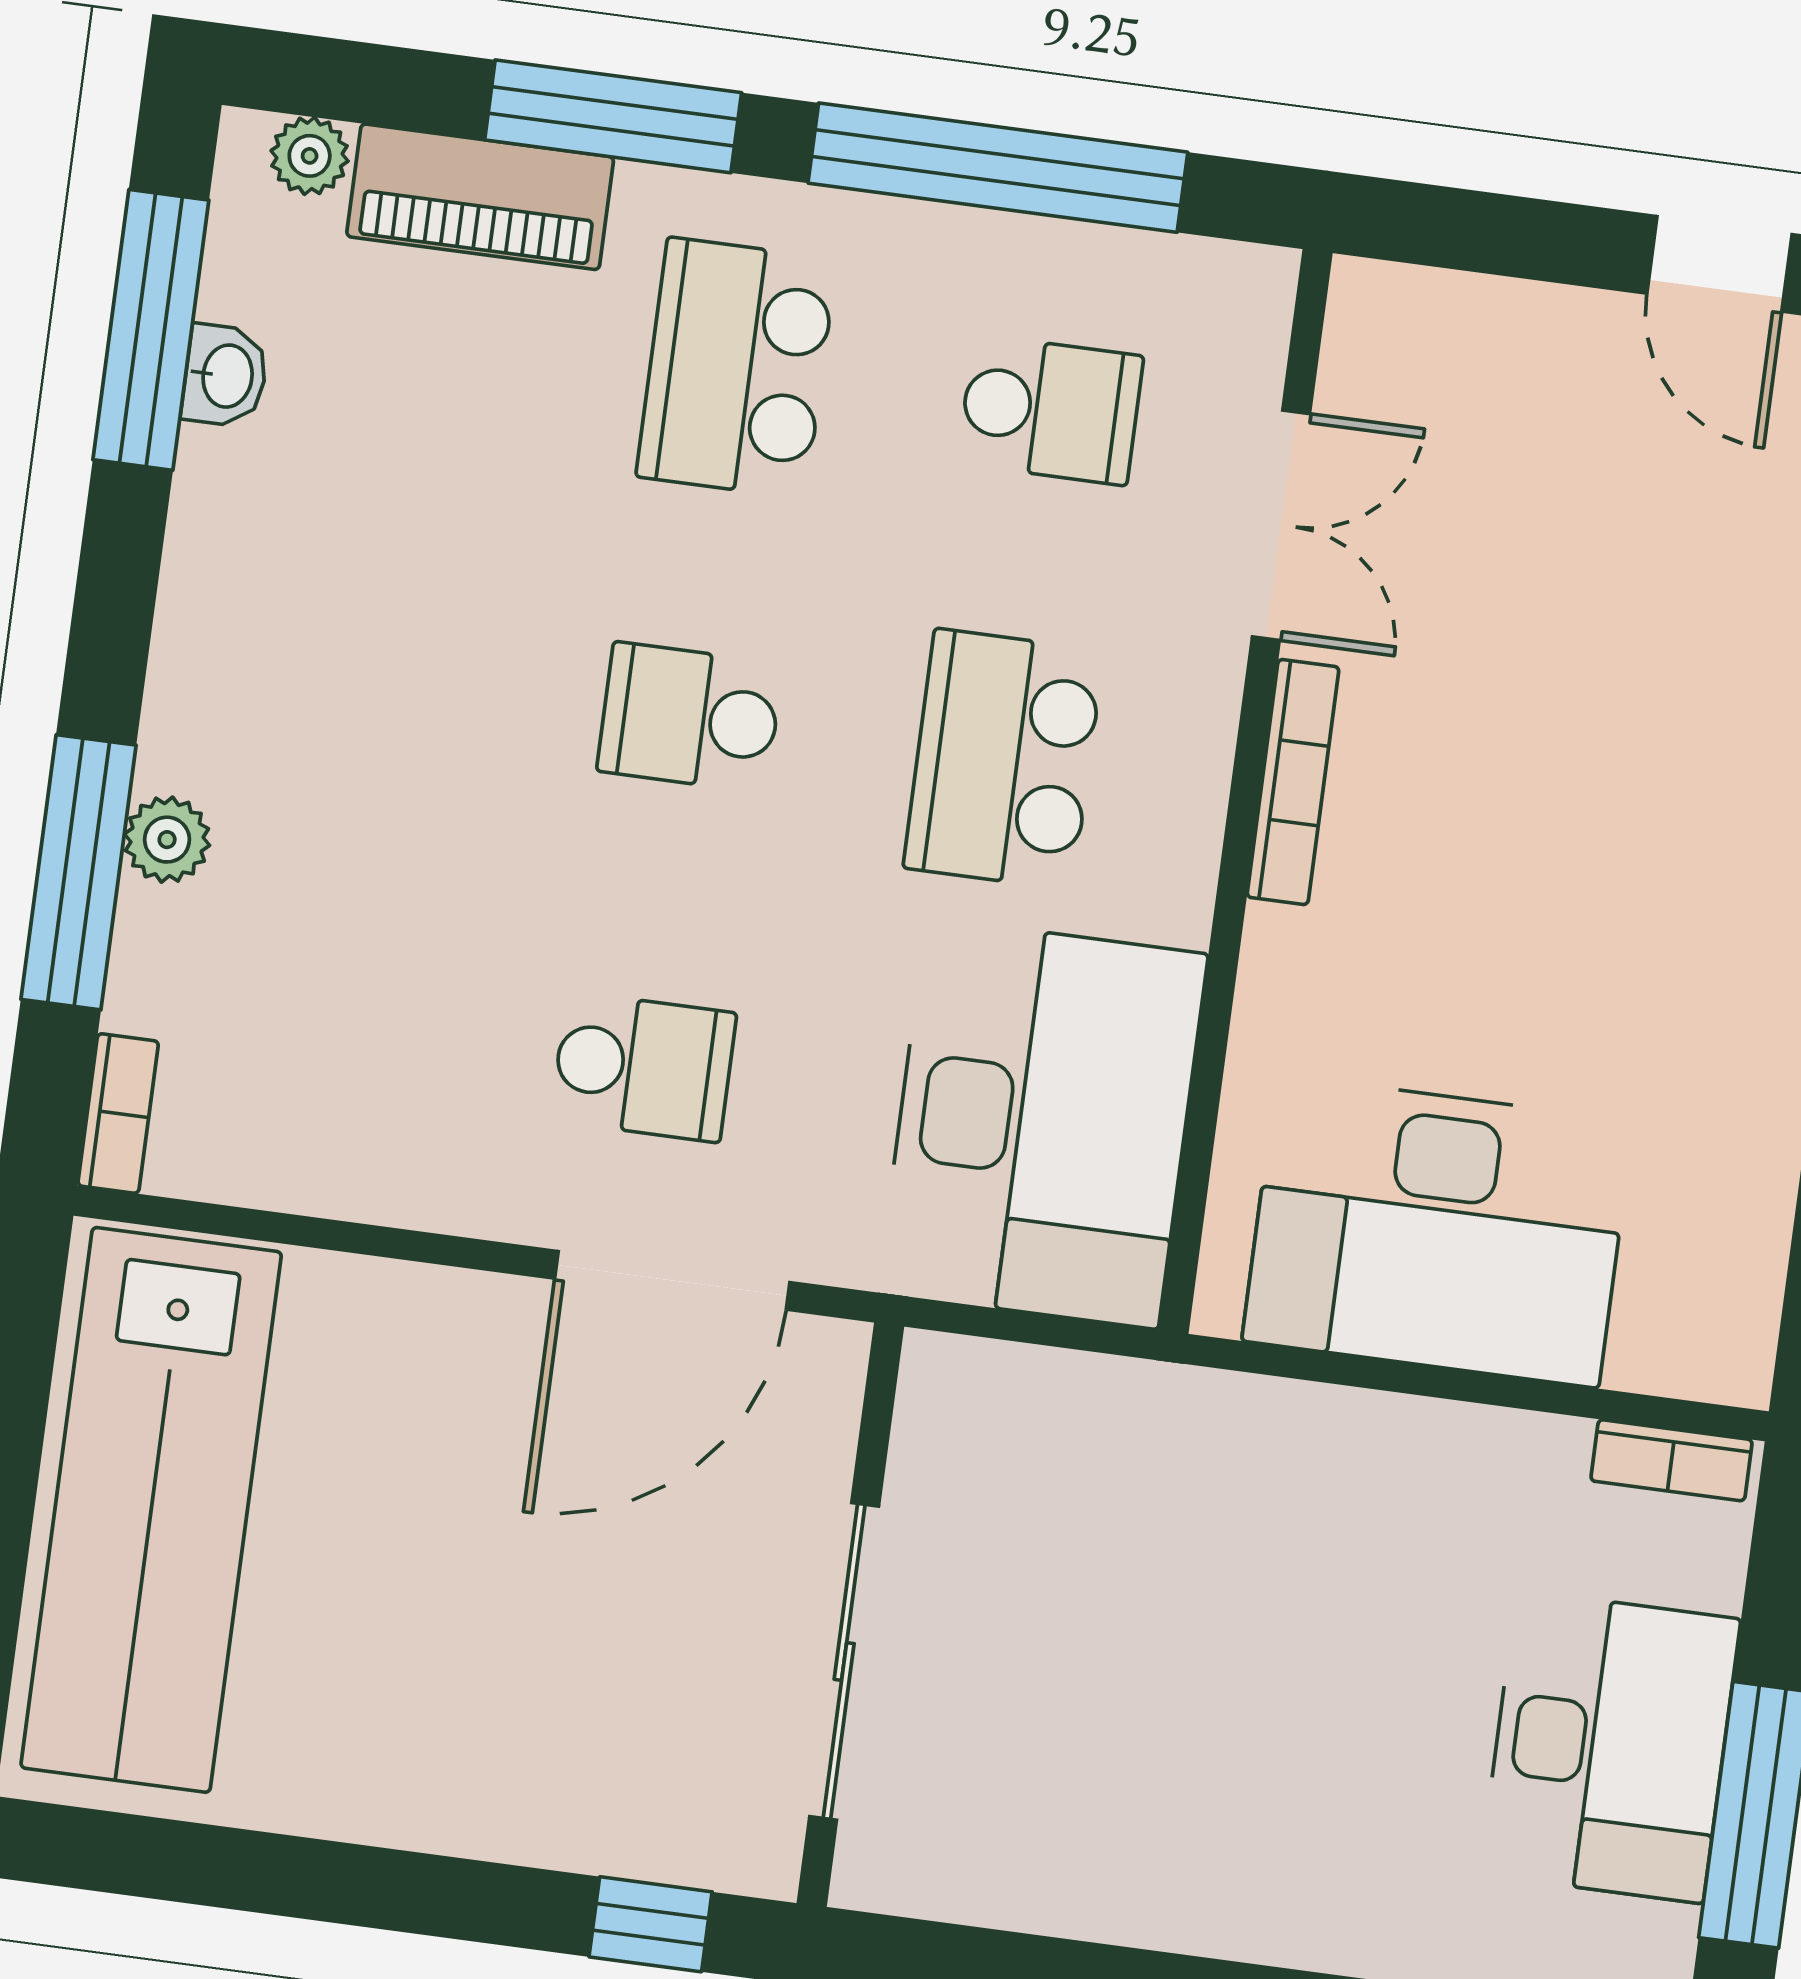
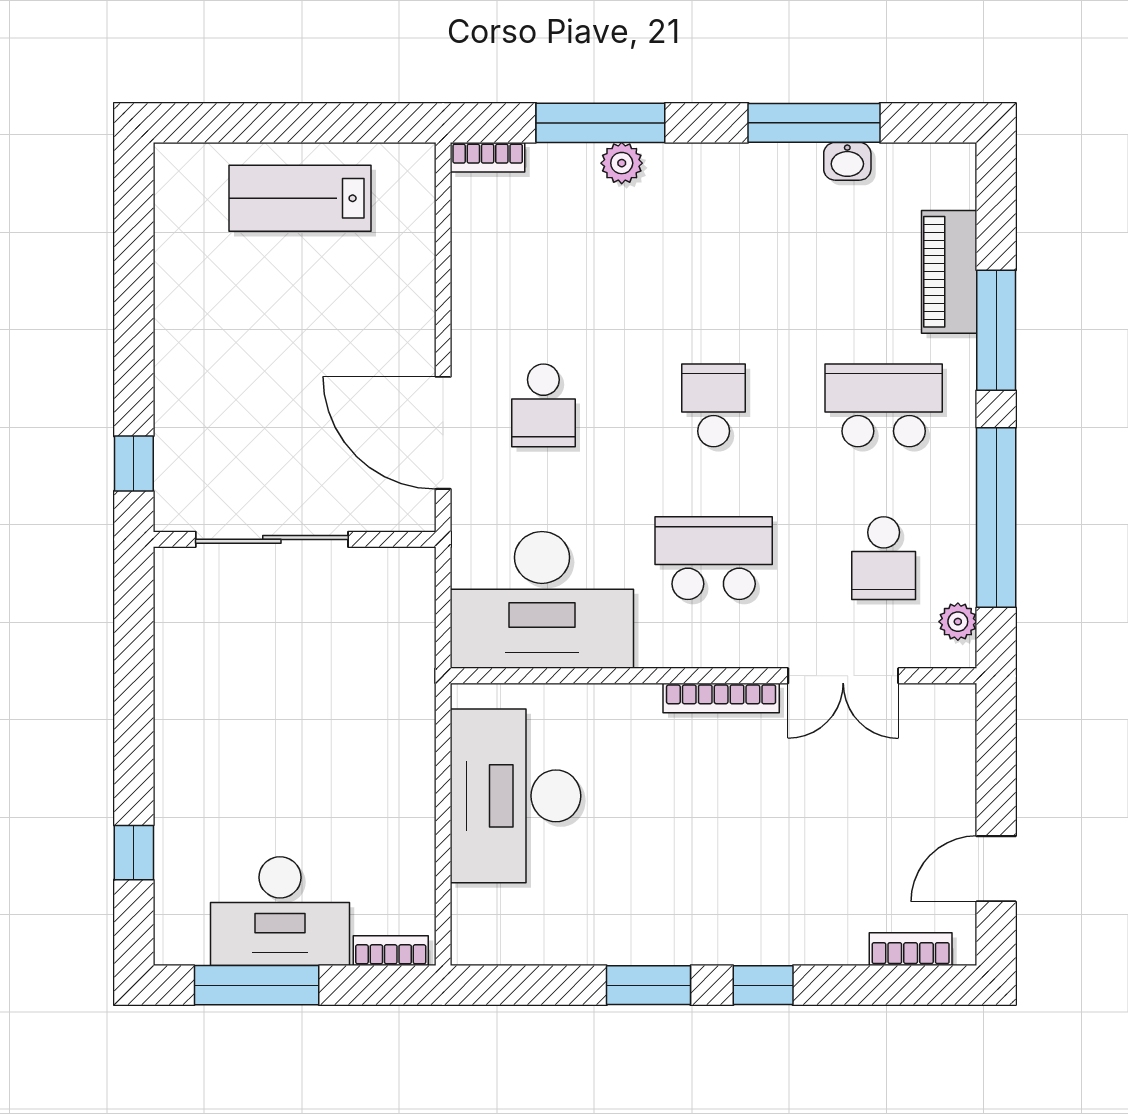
plant: (310, 156) -> (958, 622), moved
window: (151, 330) -> (814, 123), moved
bookcase: (1672, 1460) -> (391, 951), moved, turned 90
lab bench: (151, 1510) -> (300, 198), width x0.54, depth x0.72

